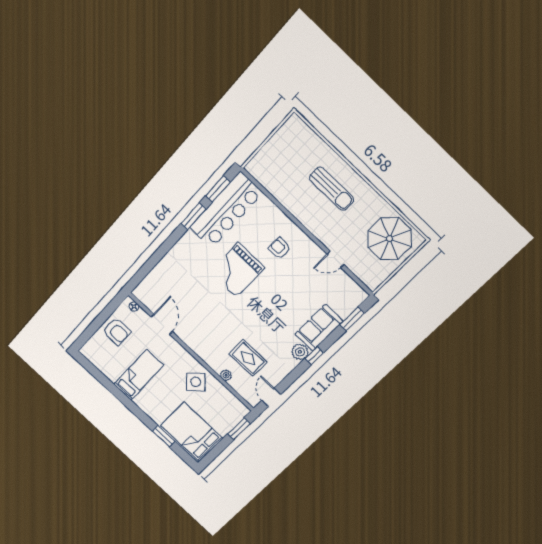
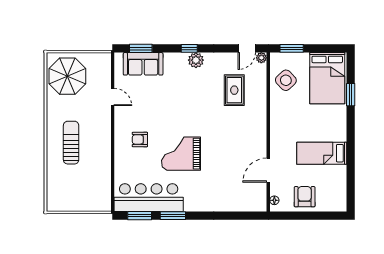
armchair: (280, 248) -> (140, 139), turned 90
grand piano: (237, 270) -> (181, 154), turned 180
sofa: (319, 328) -> (143, 64), moved
plant: (226, 375) -> (261, 58), moved
side table: (196, 382) -> (286, 80), moved

